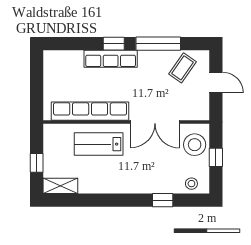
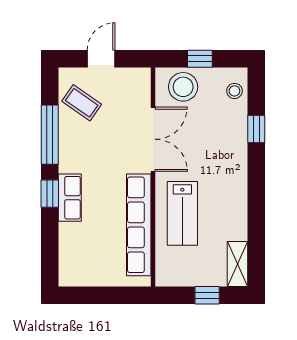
row of seats: (111, 59) -> (70, 198), width x0.68

